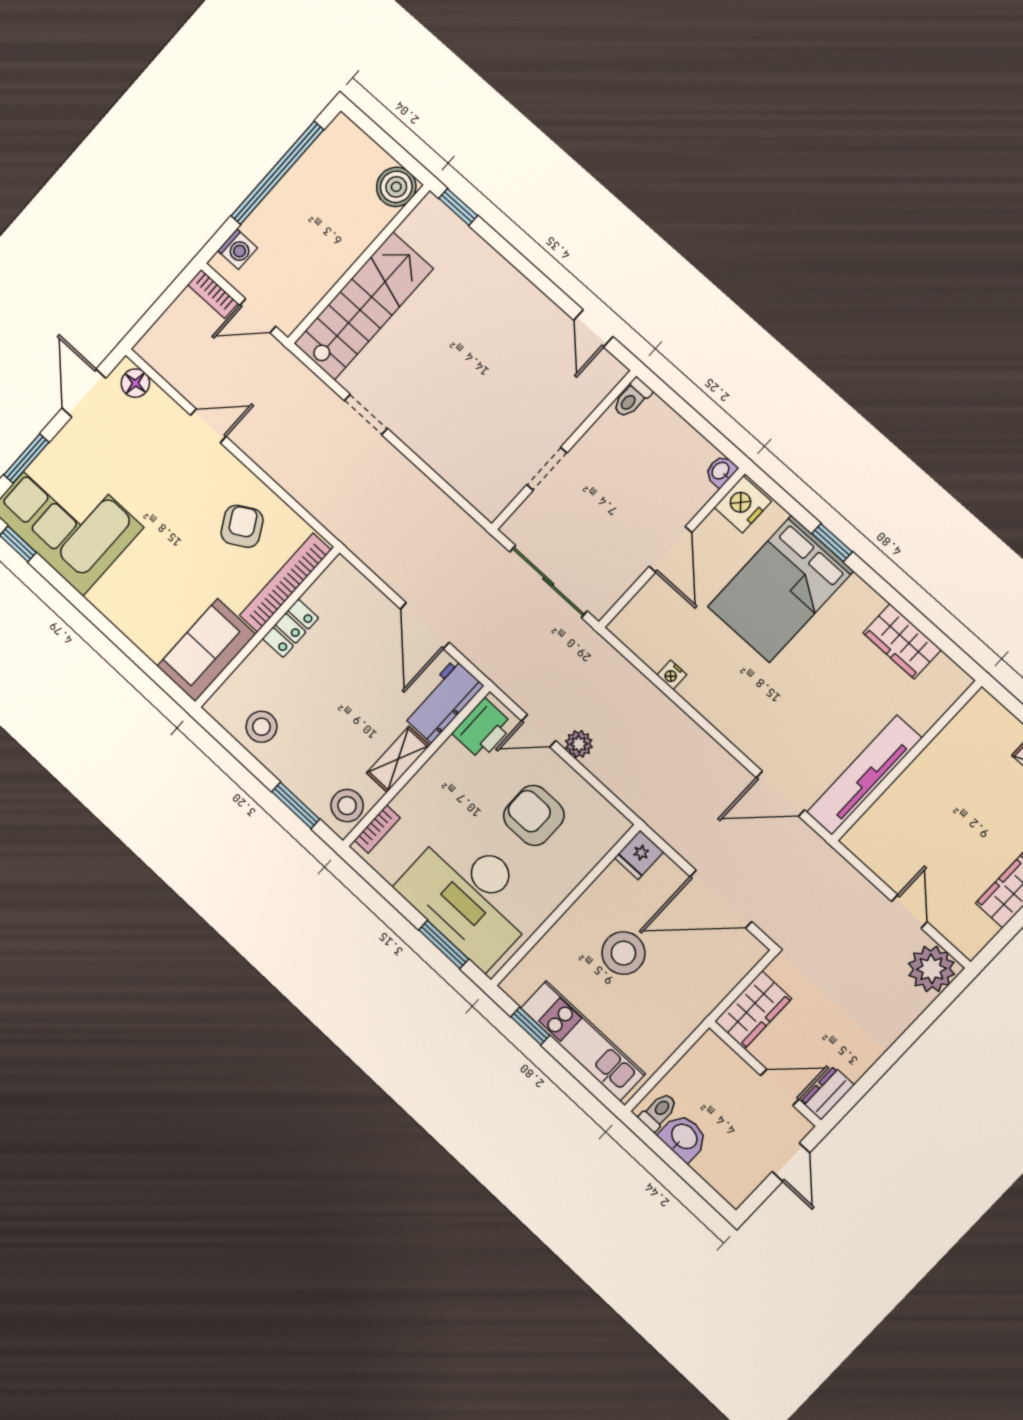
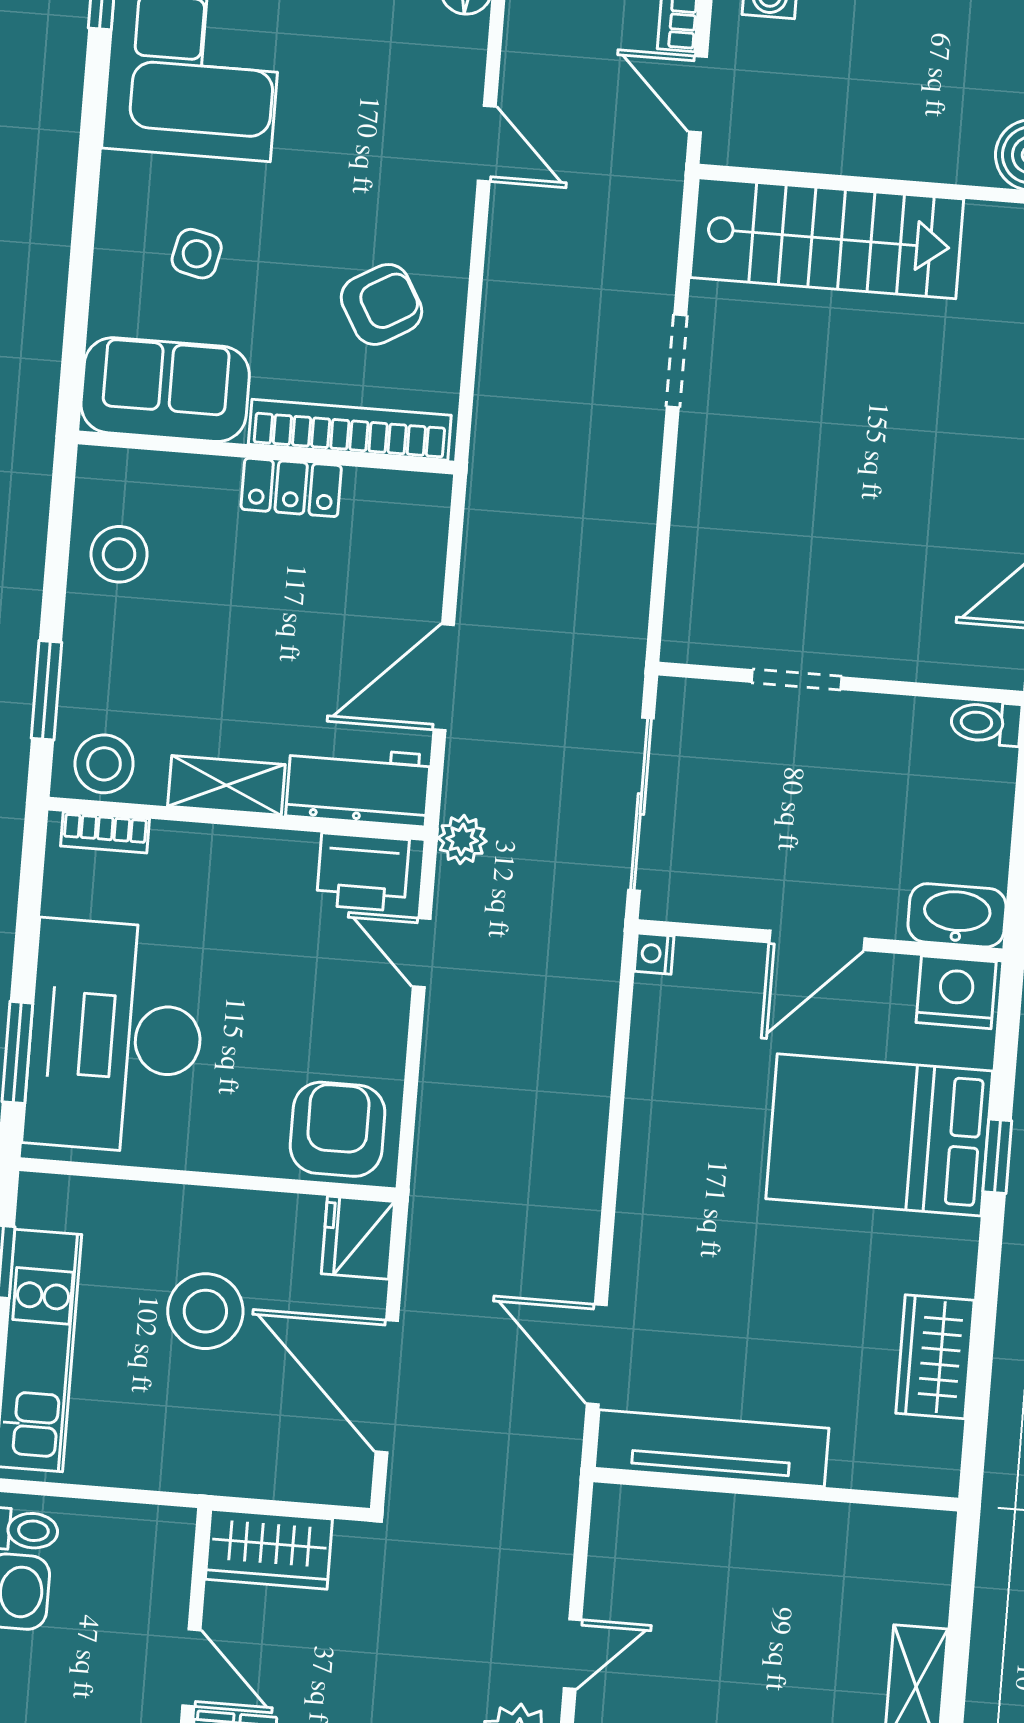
washbasin: (721, 471) -> (957, 915), width x1.91, depth x1.45
side table: (159, 590) -> (197, 254), added
nightstand: (672, 675) -> (654, 954), moved
plant: (579, 744) -> (462, 840), moved
armchair: (534, 815) -> (338, 1129), moved
fridge: (639, 855) -> (358, 1238), width x1.38

